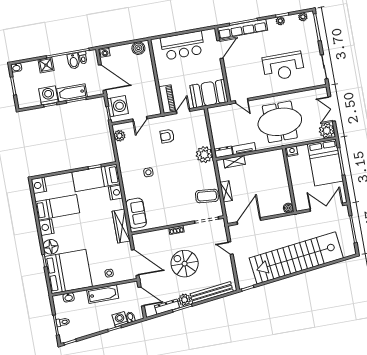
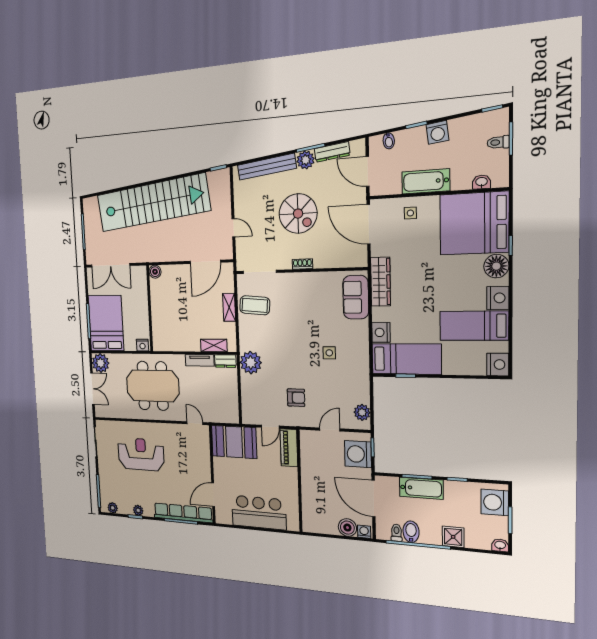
boiler: (138, 48) -> (347, 528), moved
washing machine: (48, 95) -> (495, 502), moved, turned 90
washing machine: (120, 319) -> (437, 132), moved

